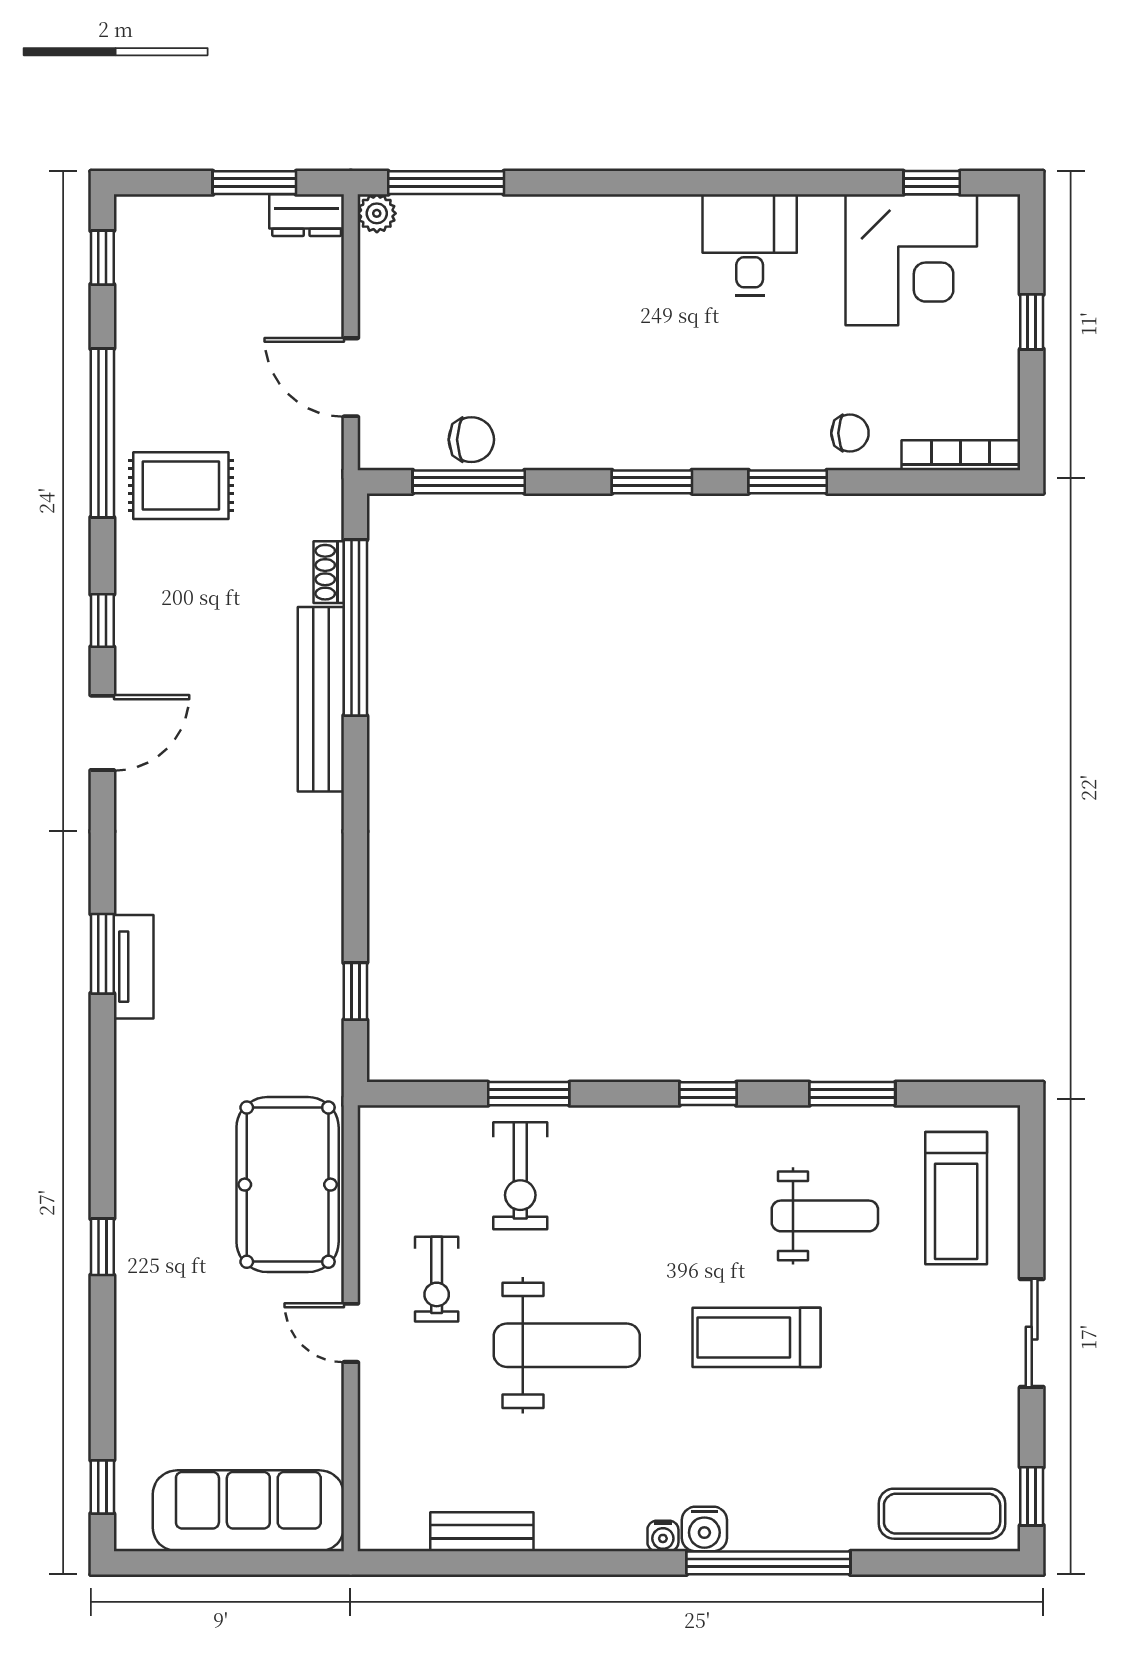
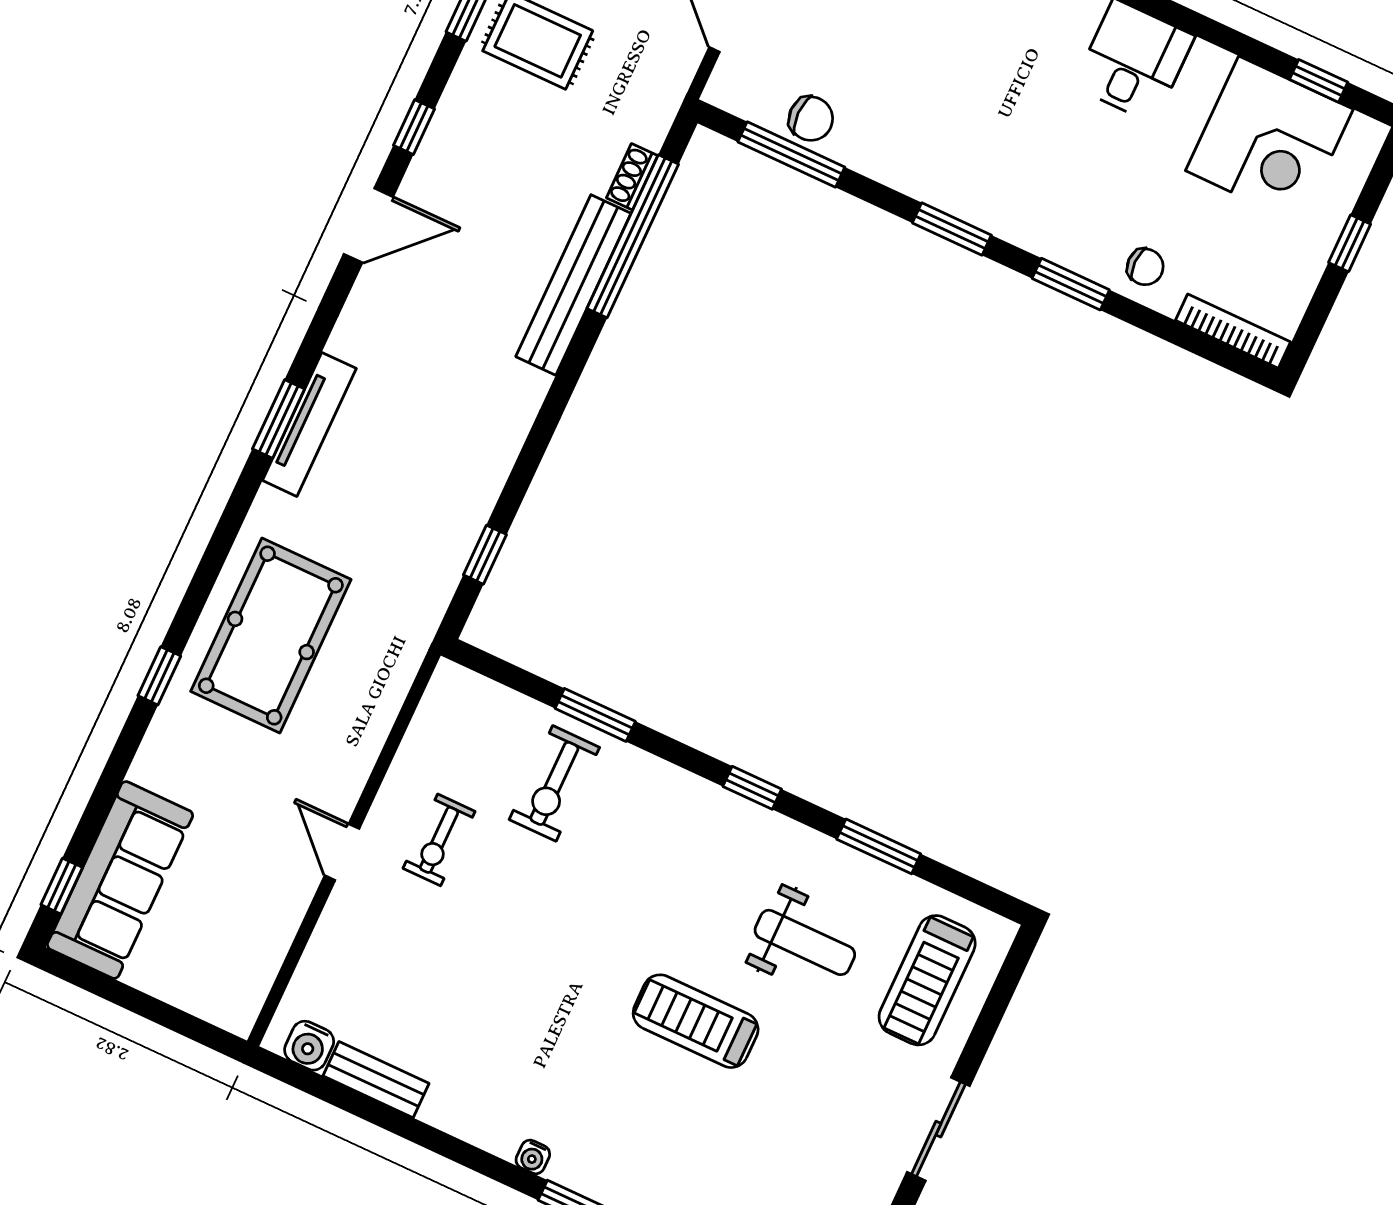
tv unit: (134, 967) -> (309, 424), width x1.41
pool table: (288, 1185) -> (271, 635), moved
weight bench: (567, 1345) -> (526, 951), removed
sofa: (248, 1511) -> (120, 880), moved, turned 90
water cooler: (704, 1529) -> (309, 1046), moved

